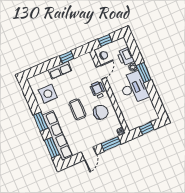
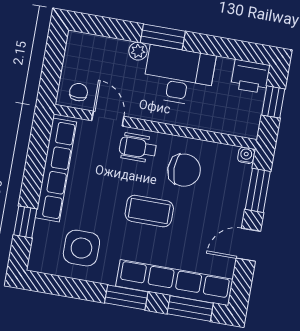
window: (105, 40) -> (52, 71), removed
window: (67, 57) -> (25, 222), moved
printer: (126, 57) -> (250, 76), moved
row of seats: (60, 70) -> (56, 170), width x2.02
chair: (101, 112) -> (184, 170), turned 90
door: (89, 153) -> (248, 245), swing flipped

